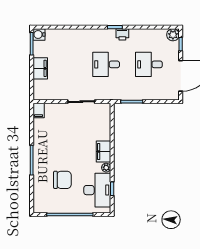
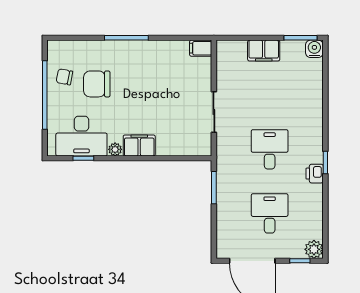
chair: (62, 180) -> (97, 84), turned 90
chair: (58, 201) -> (64, 77), added

